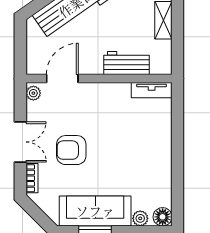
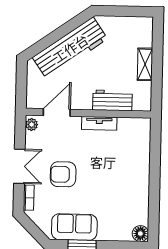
tv unit: (152, 90) -> (99, 123), moved
sofa: (95, 211) -> (74, 227), width x0.73
plant: (140, 218) -> (121, 234), removed

